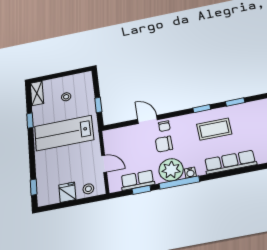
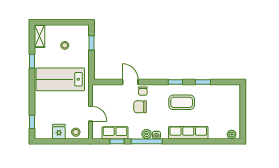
window: (98, 105) -> (91, 43), moved
plant: (171, 170) -> (147, 134), width x0.53, depth x0.53

